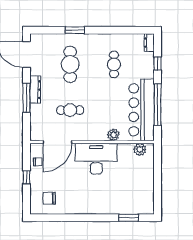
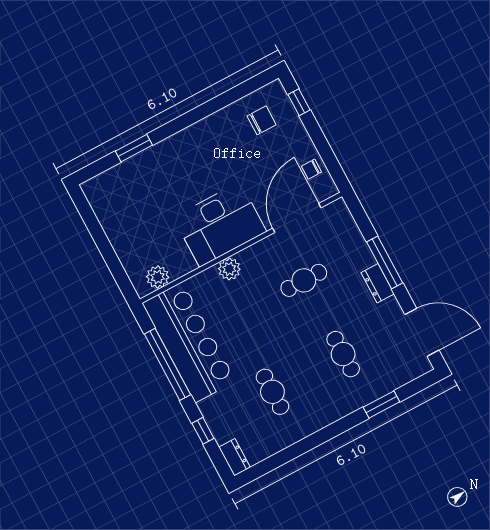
window: (75, 30) -> (381, 404), moved
cafe table: (70, 64) -> (343, 354), width x0.73, depth x0.74
dresser: (35, 90) -> (378, 283), width x0.70
plant: (113, 135) -> (229, 269), moved
window: (27, 177) -> (299, 102), moved
window: (129, 218) -> (134, 148), moved

